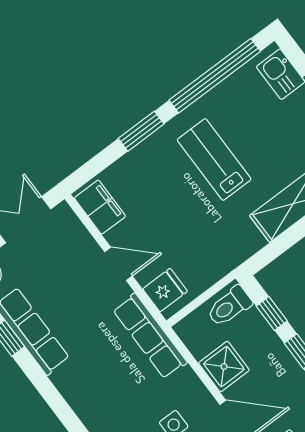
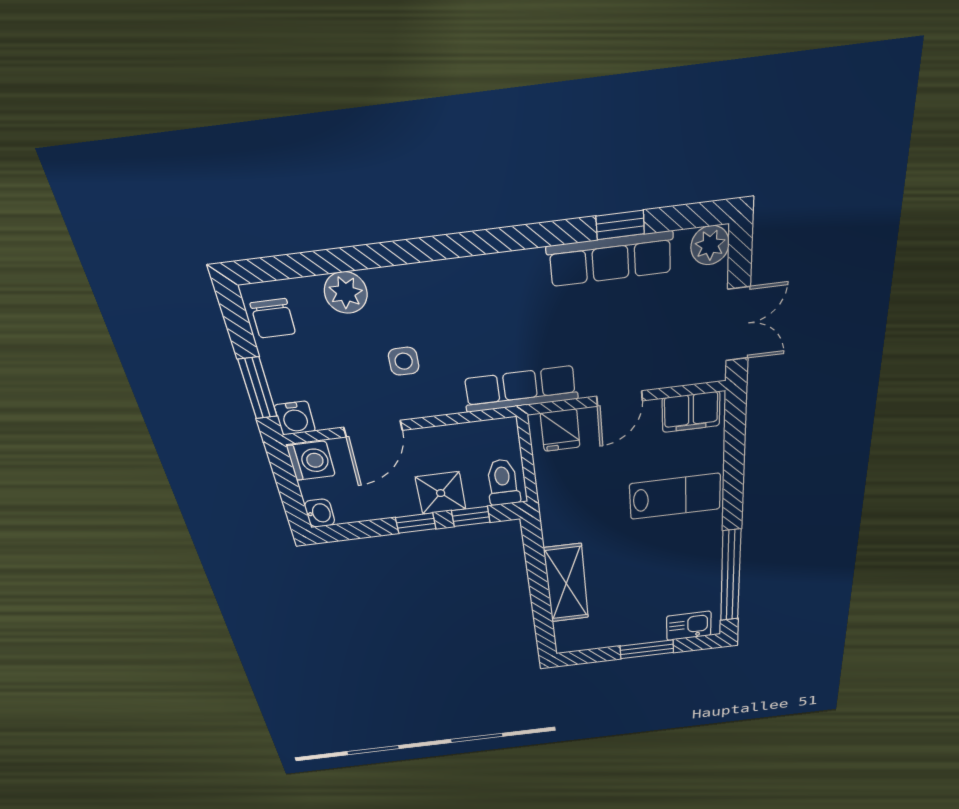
window: (141, 131) -> (733, 490), removed
lab bench: (214, 159) -> (675, 496), moved
shower: (224, 366) -> (441, 493), moved

